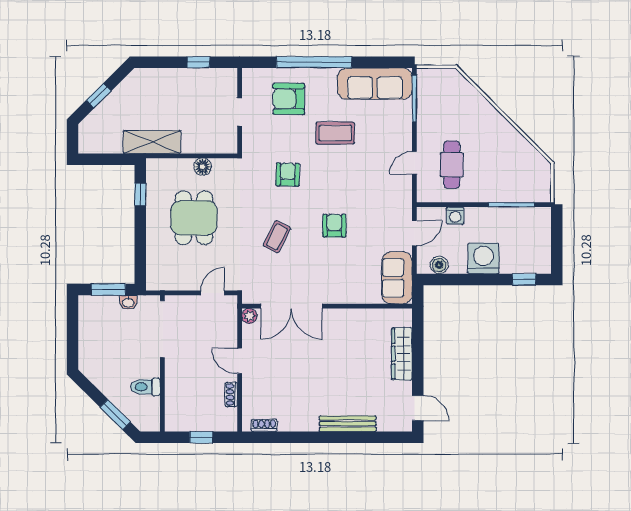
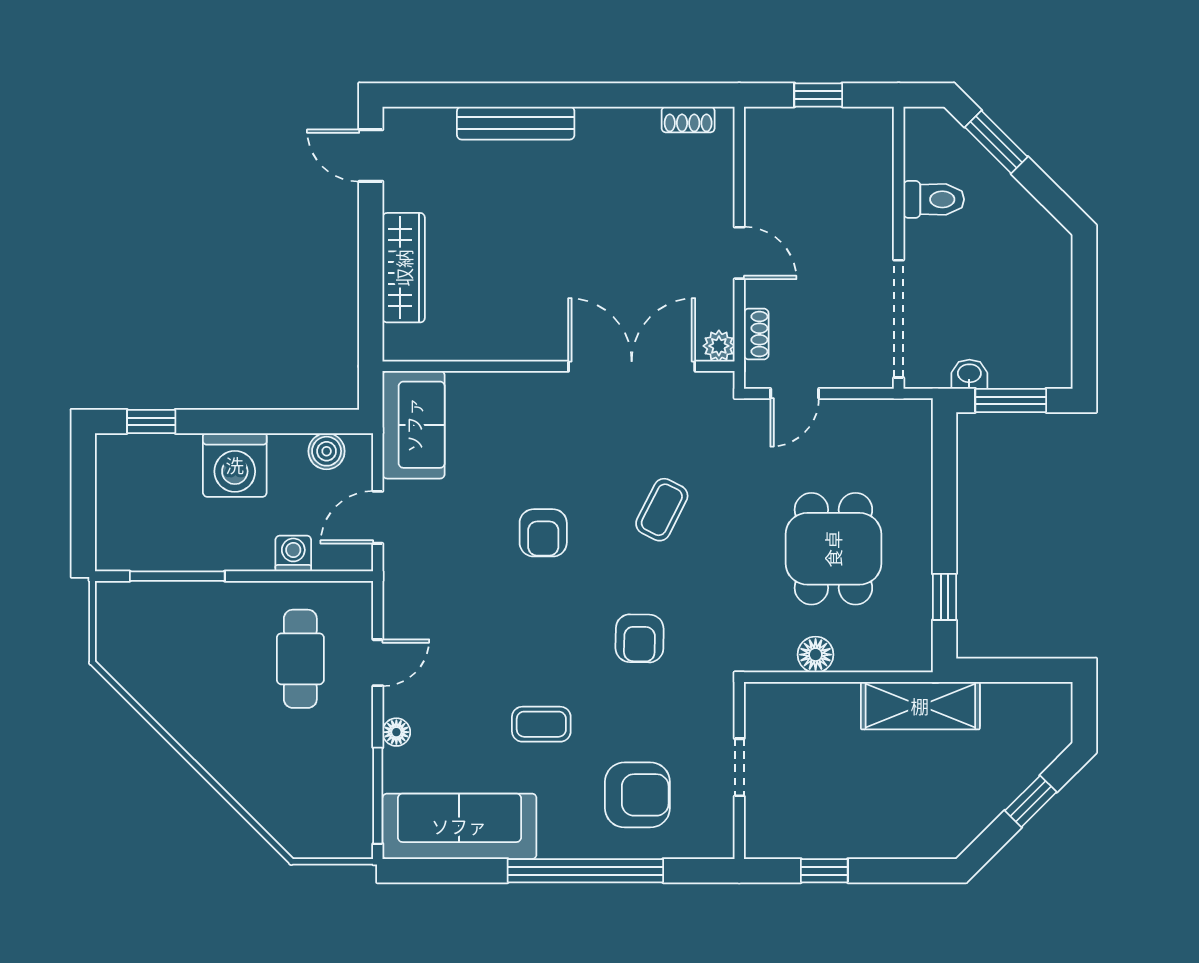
floor lamp: (405, 129) -> (396, 732), added
coffee table: (335, 133) -> (541, 724), width x0.73, depth x0.77
shoe rack: (231, 395) -> (756, 334), moved

